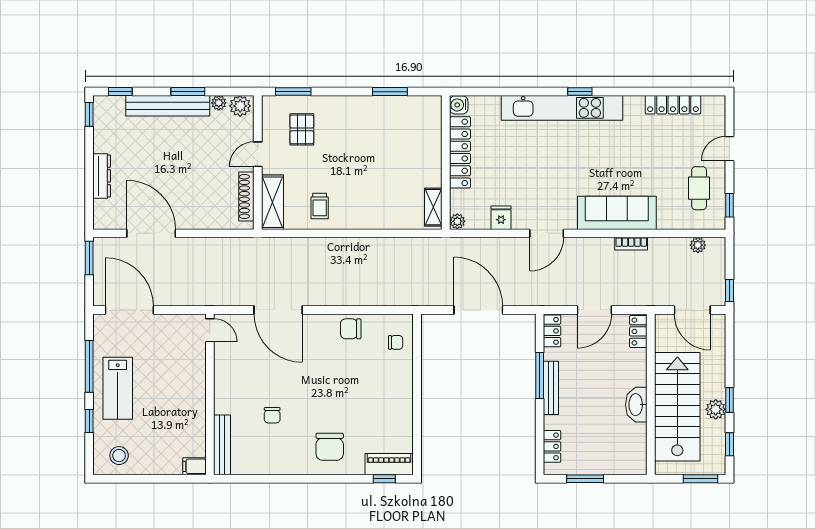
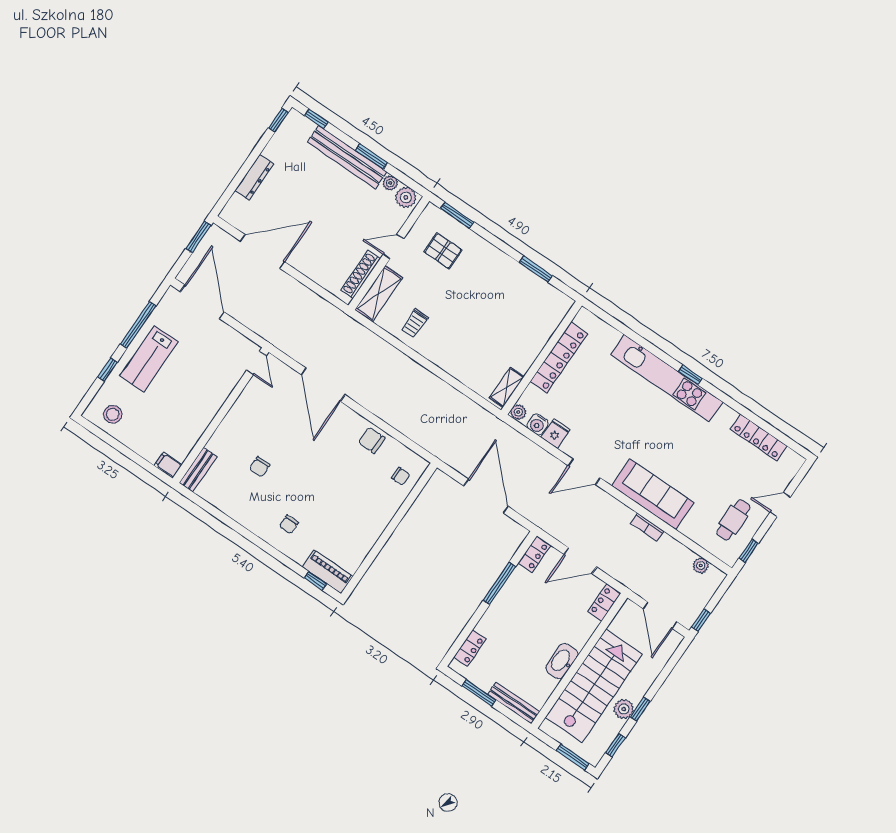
water cooler: (459, 105) -> (538, 424), moved, turned -90
pallet: (302, 129) -> (443, 251), turned 90
door: (151, 233) -> (262, 251), hinge flipped
bench: (551, 388) -> (514, 703), moved, turned 90
bench: (222, 445) -> (198, 470), width x0.73
chair: (330, 447) -> (289, 524), width x0.54, depth x0.54

